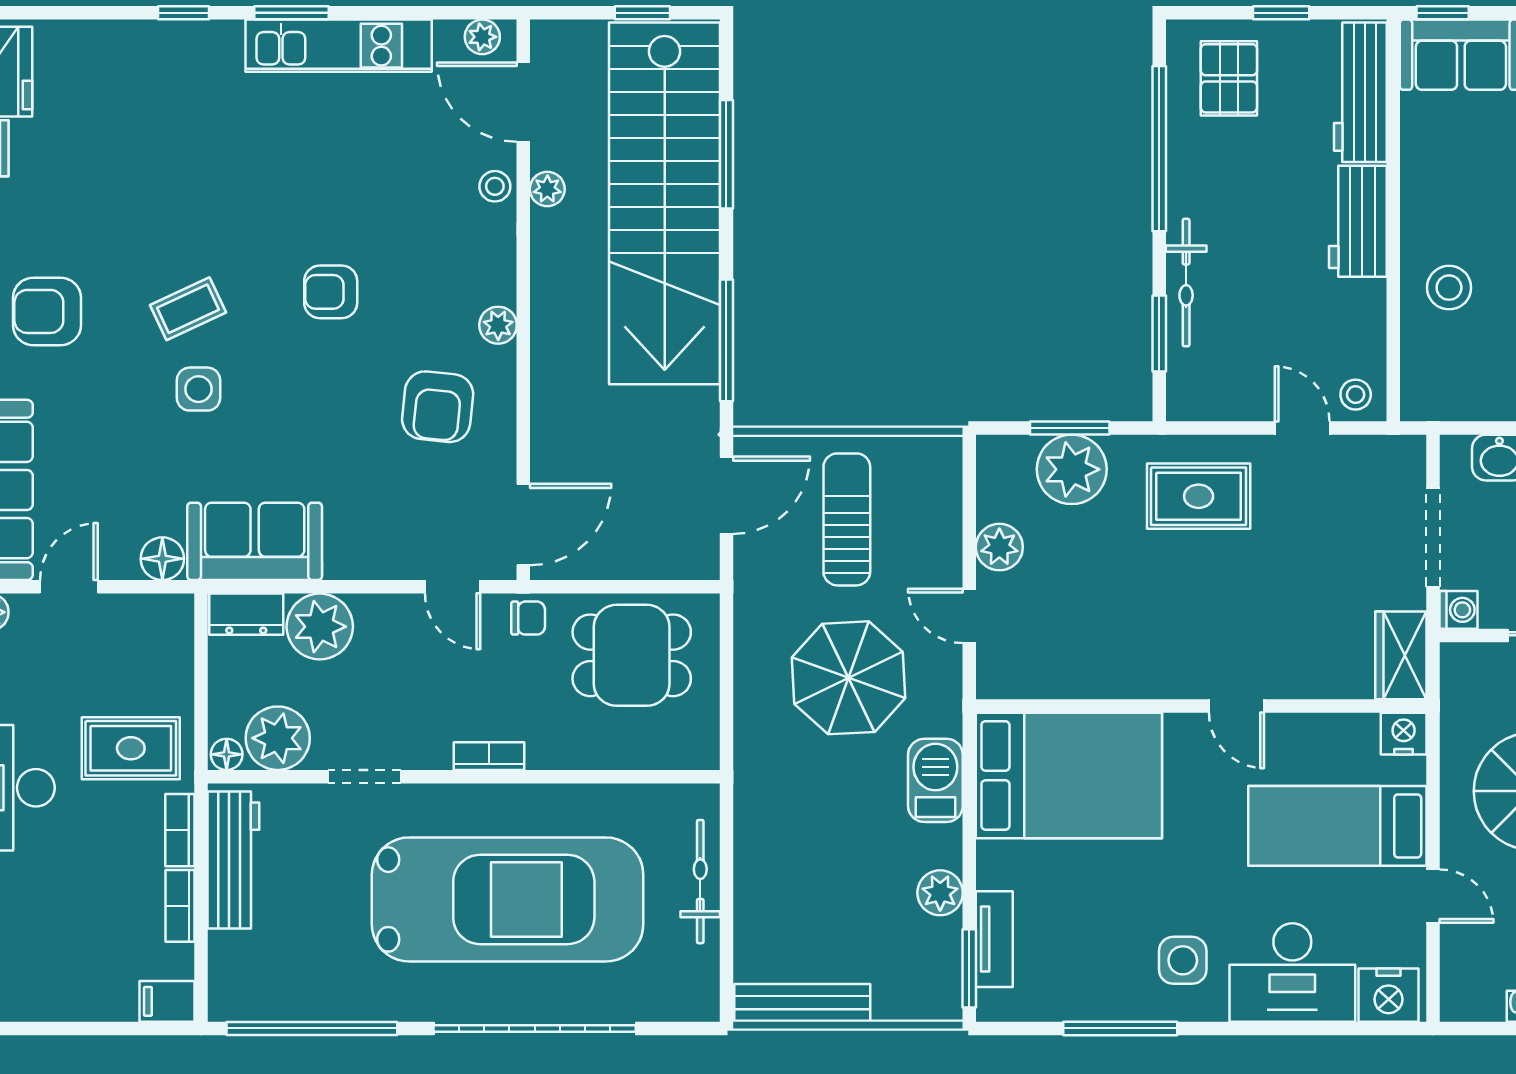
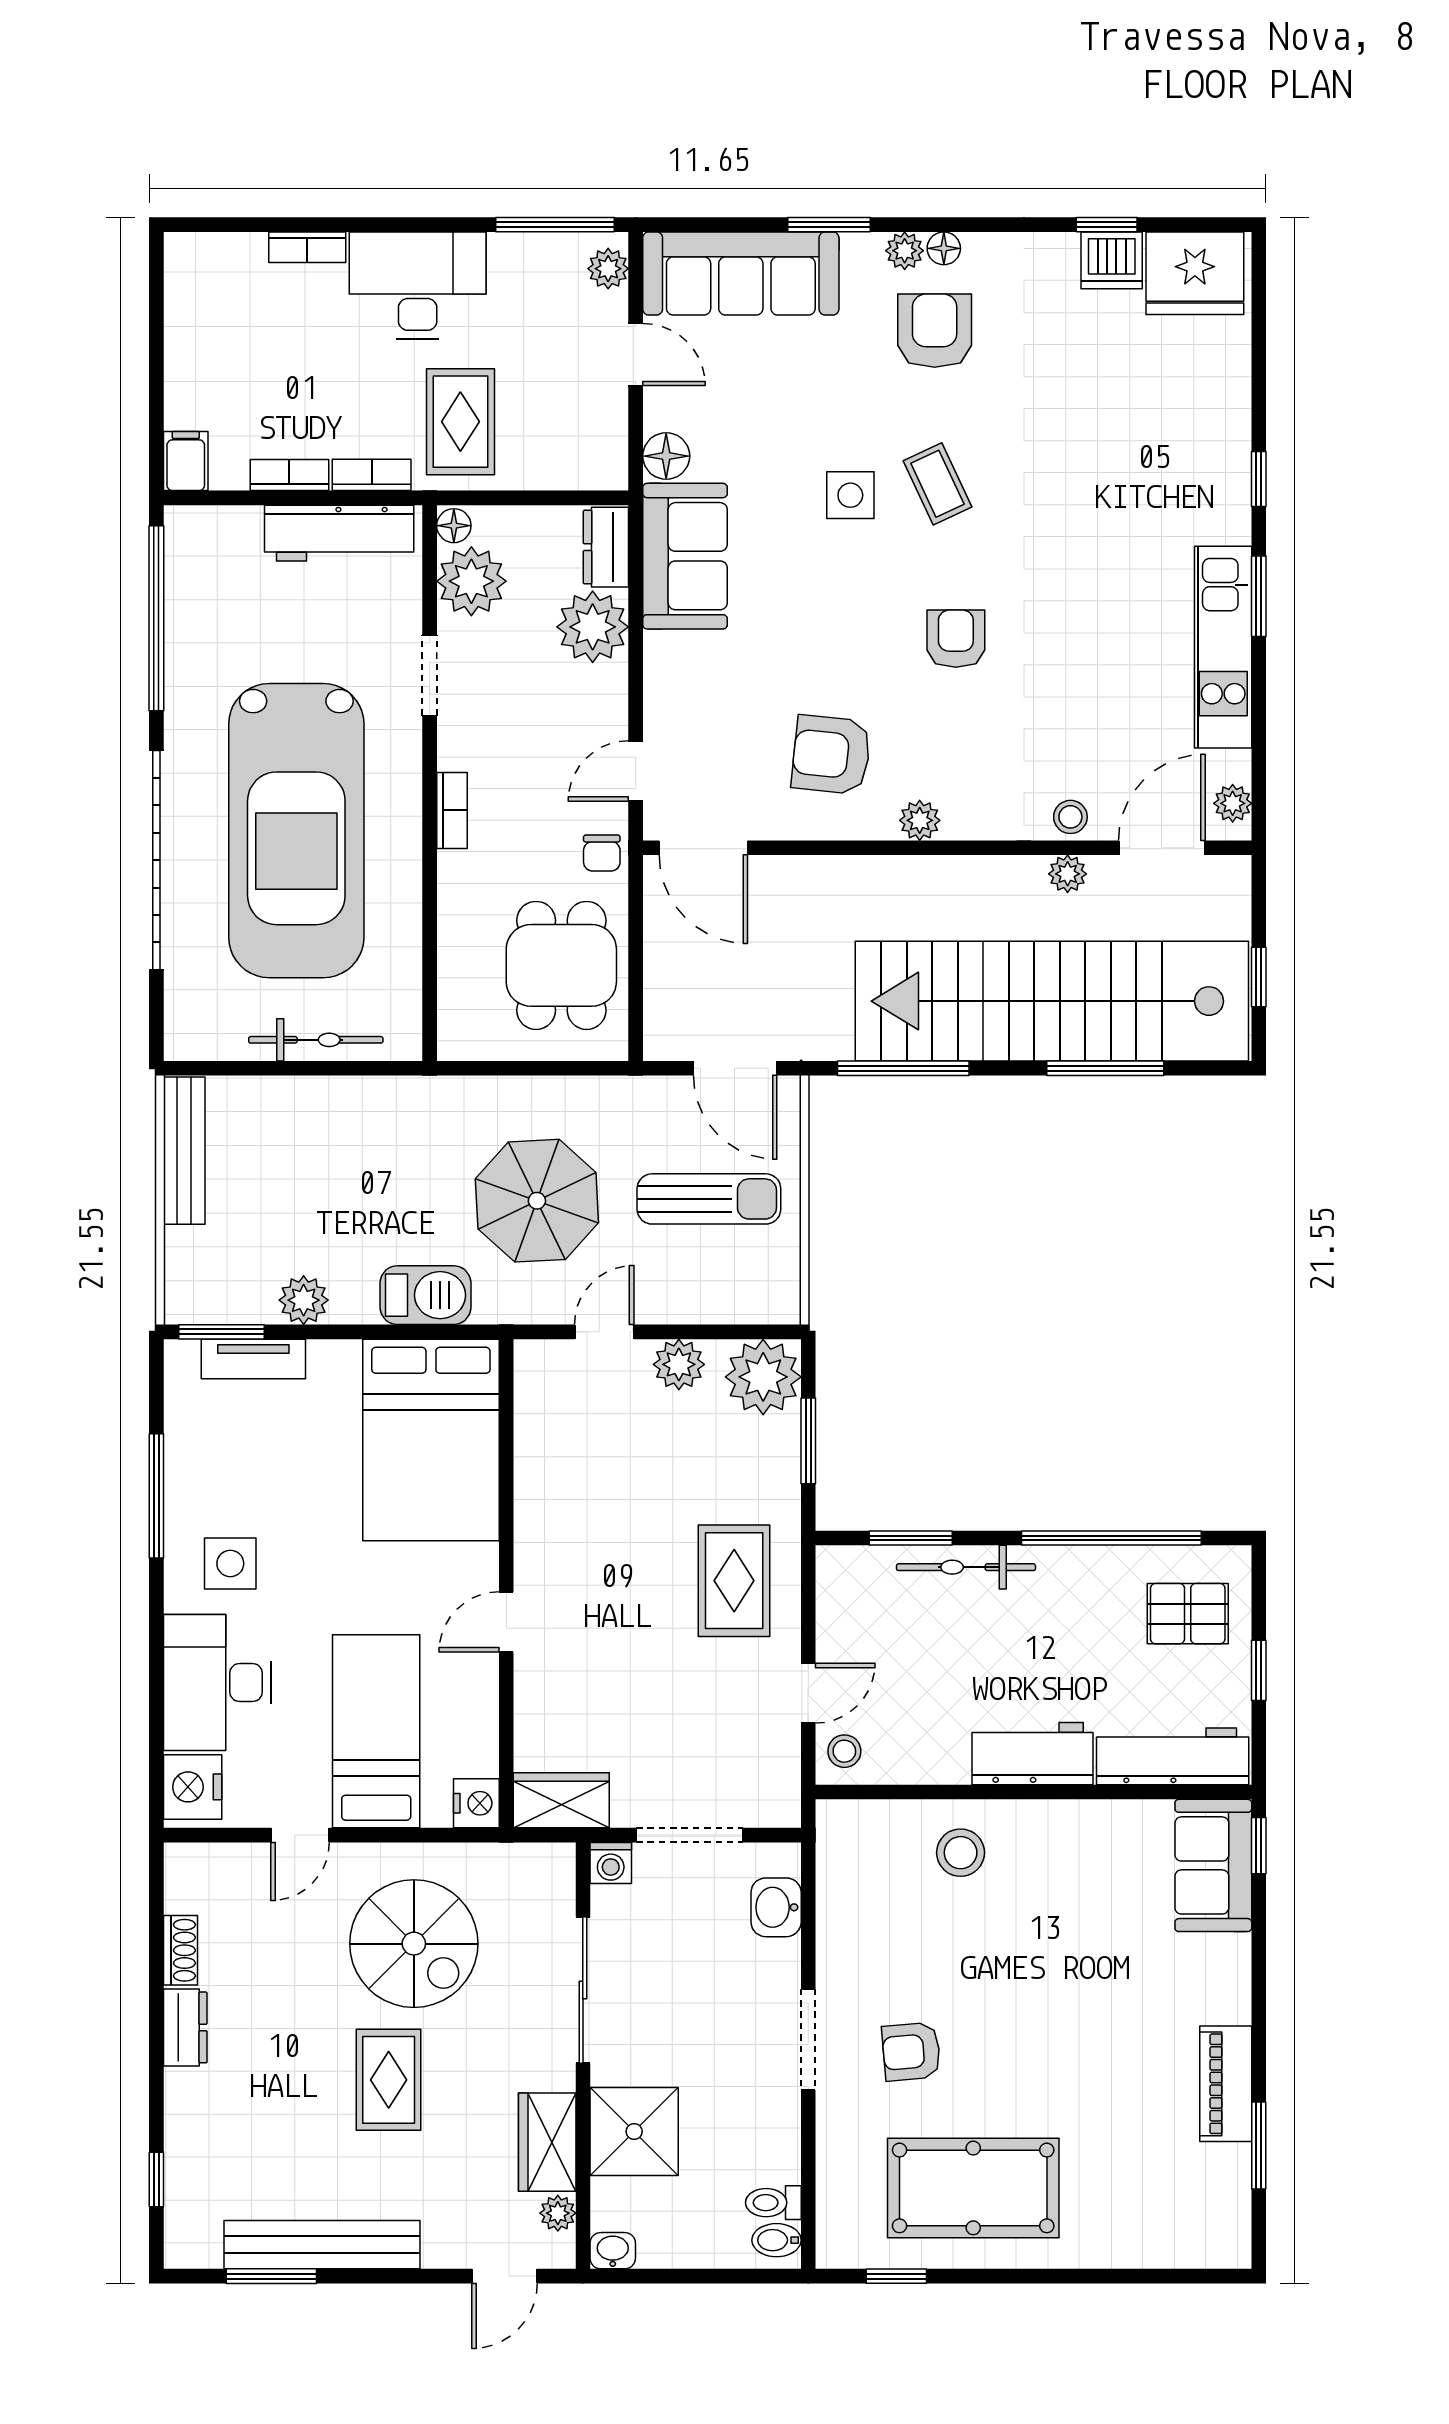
plant: (1072, 469) -> (763, 1377), moved

